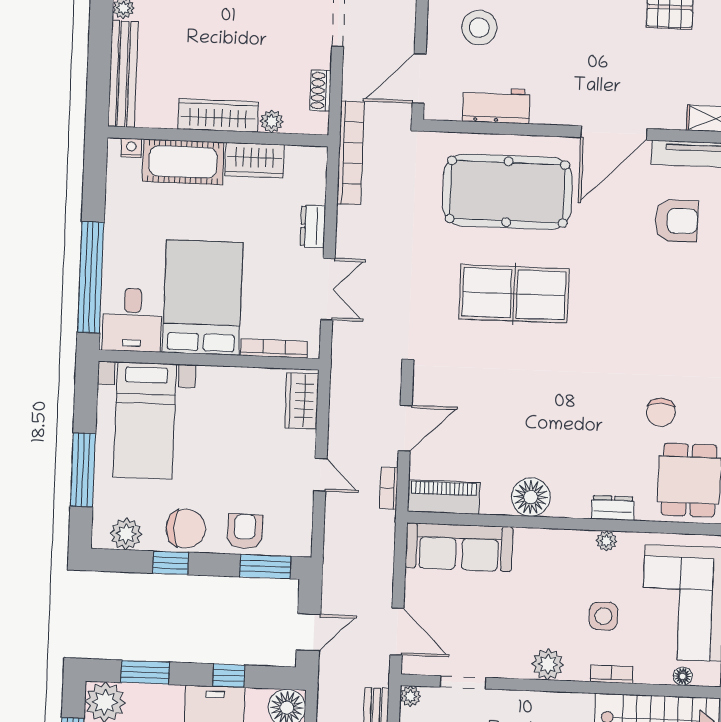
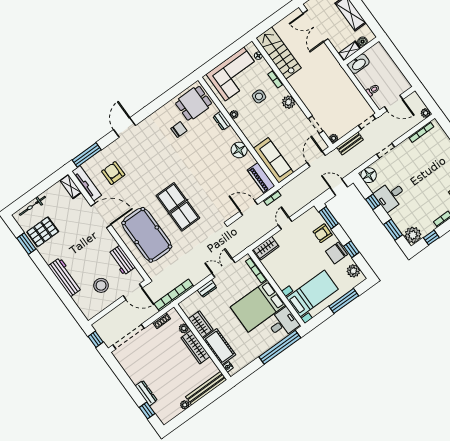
chair: (186, 529) -> (337, 253), turned -90

